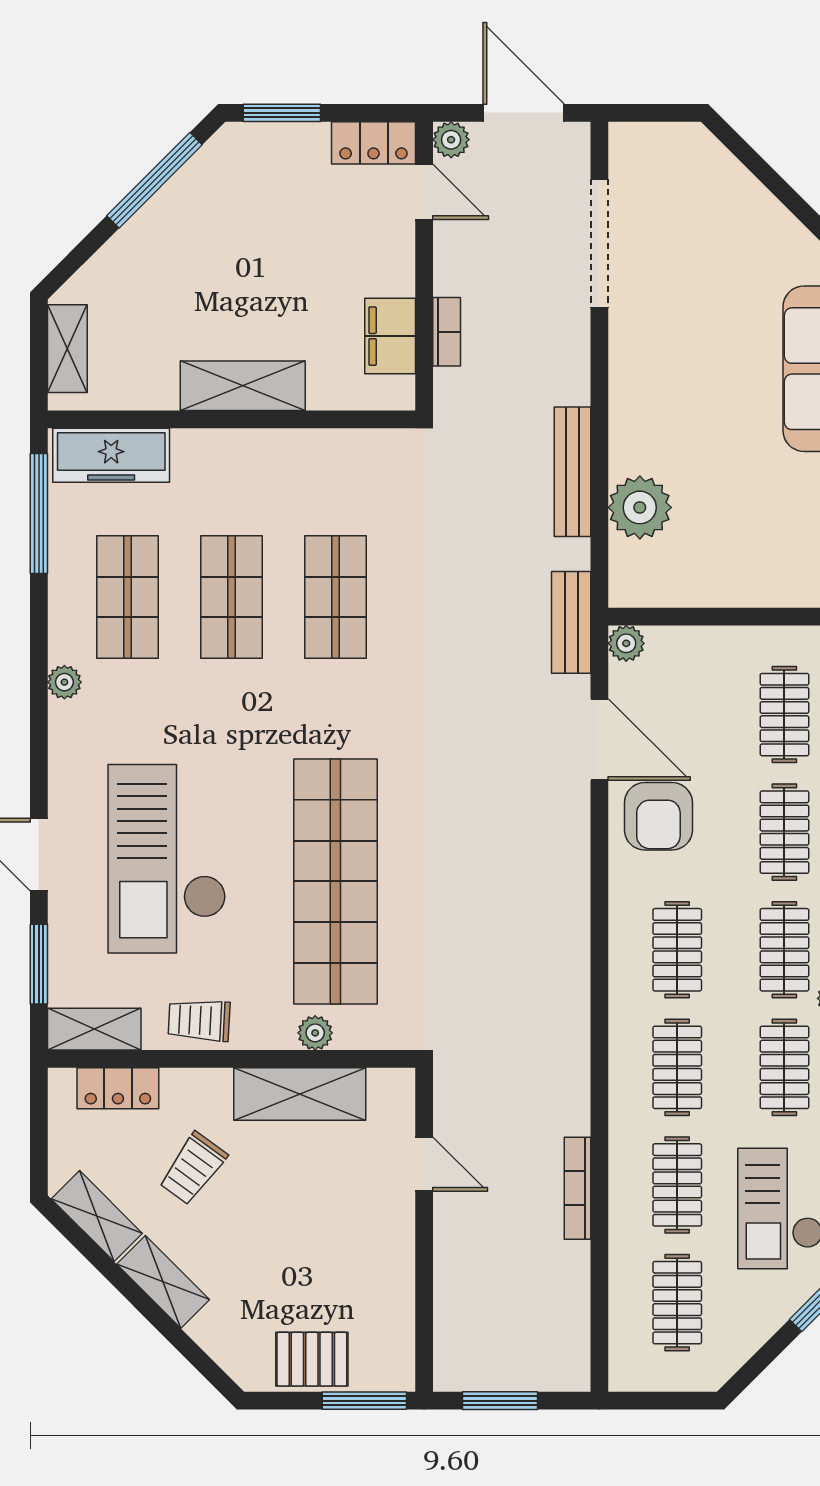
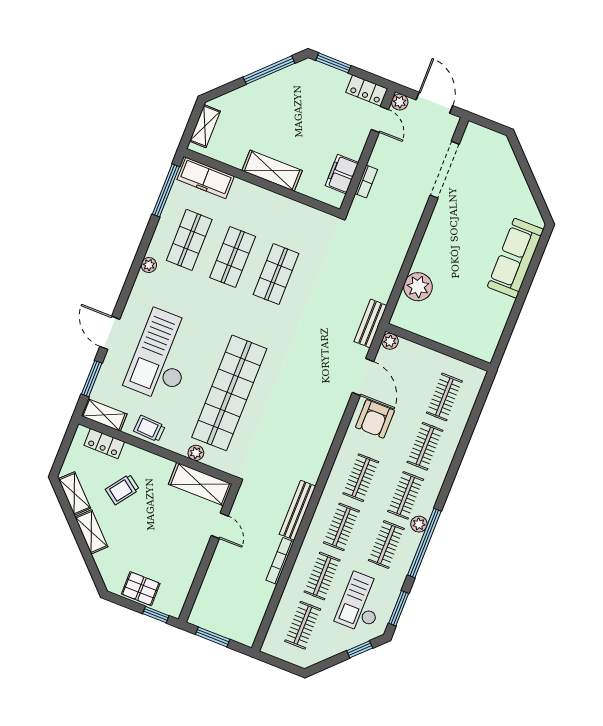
bench: (572, 472) -> (297, 510), moved
shelving: (300, 1094) -> (200, 484), moved
window: (364, 1401) -> (156, 615), width x0.67

